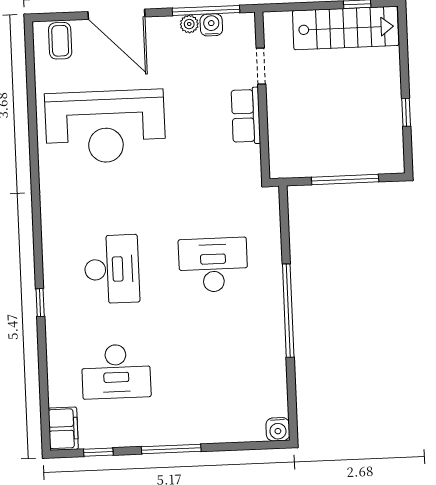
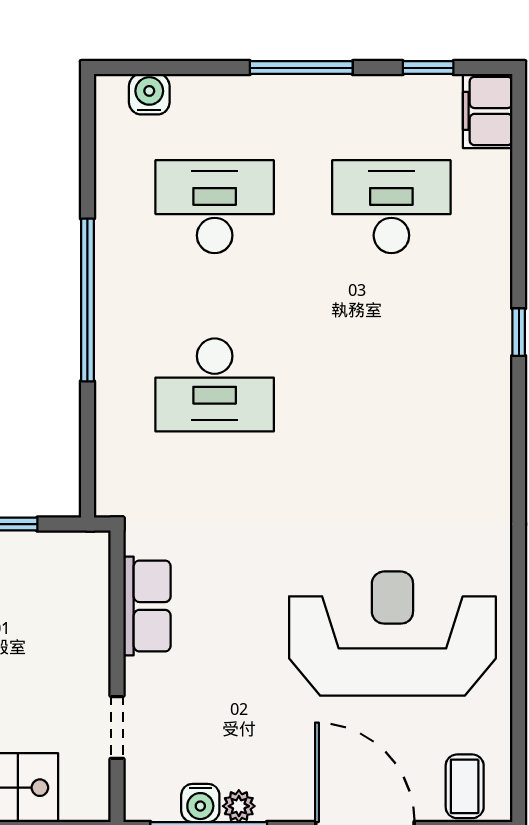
row of seats: (246, 116) -> (147, 606), moved
desk: (112, 269) -> (215, 207), moved, turned 90
water cooler: (278, 429) -> (149, 94), moved

